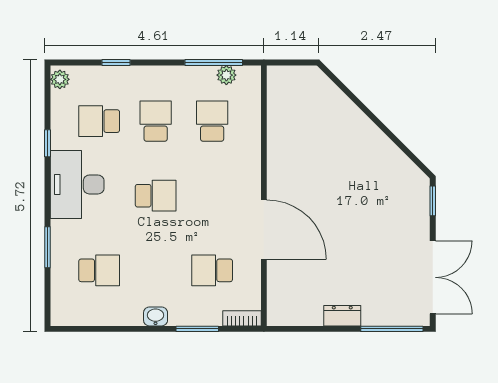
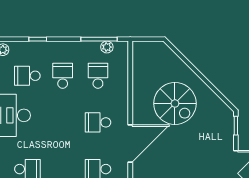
spiral stairs: (335, 165) -> (175, 103), added
school desk: (156, 196) -> (98, 122), moved, turned 180
door: (264, 230) -> (130, 144), hinge flipped

